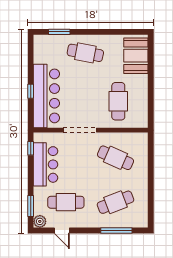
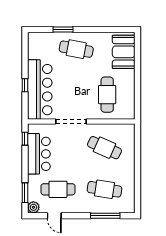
window: (59, 32) -> (63, 29), moved
cafe table: (116, 202) -> (105, 189), turned 30

